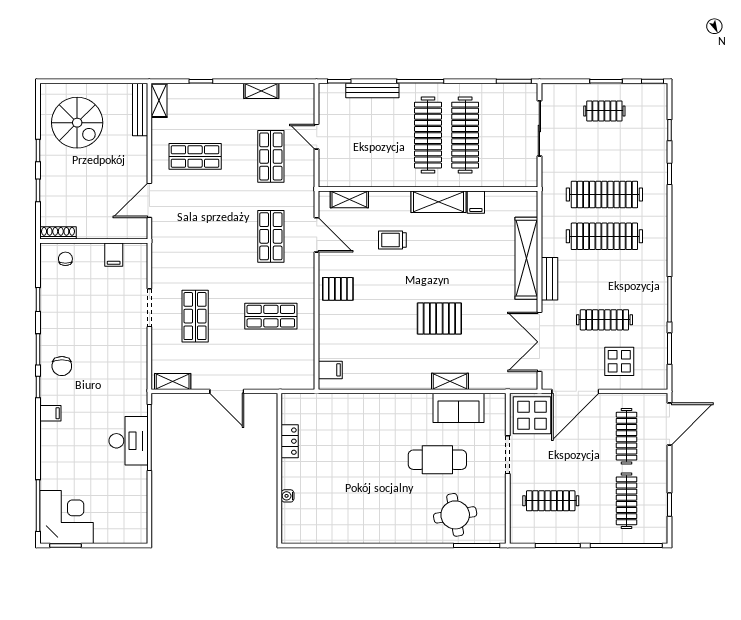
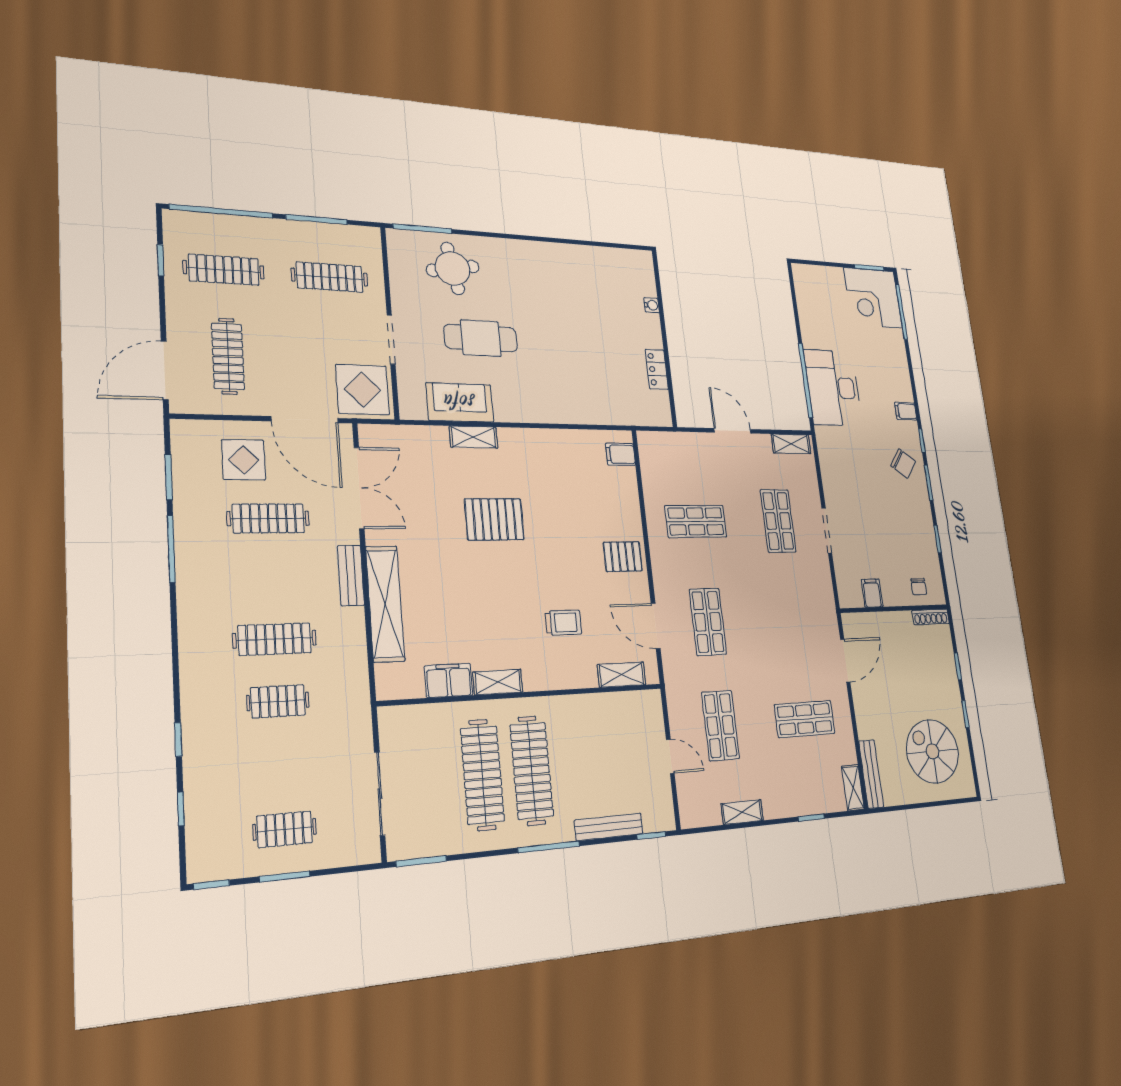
clothes rail: (604, 195) -> (278, 701), width x0.54, depth x0.76
shelving: (439, 202) -> (498, 682), width x0.67, depth x0.75
filing cabinet: (476, 202) -> (449, 680), width x2.00
clothes rail: (604, 236) -> (275, 639), width x0.73, depth x0.76
chair: (62, 366) -> (903, 464), turned 126
door: (575, 391) -> (305, 420), swing flipped
desk: (128, 441) -> (833, 388), width x1.36, depth x1.30
clothes rail: (627, 501) -> (224, 270), turned 90

